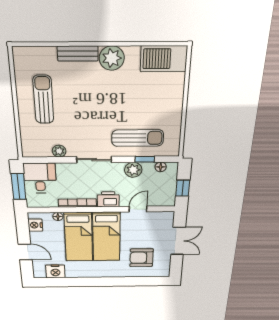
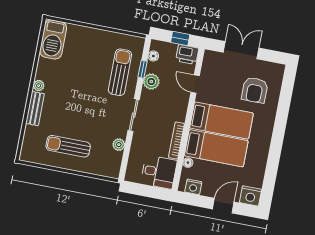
plant: (112, 58) -> (39, 86), width x0.53, depth x0.53
desk: (40, 178) -> (159, 172), moved, turned 180
window: (19, 187) -> (147, 191), removed
printer: (108, 199) -> (187, 55), moved, turned -90
nightstand: (55, 271) -> (250, 196), moved, turned 90

